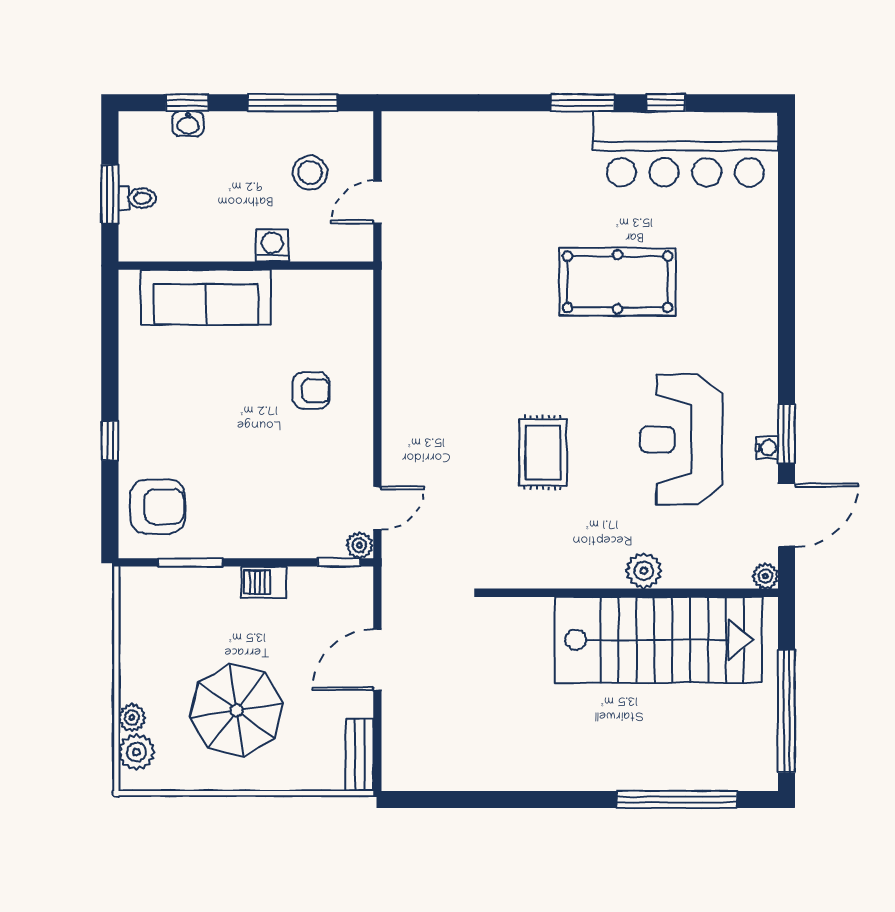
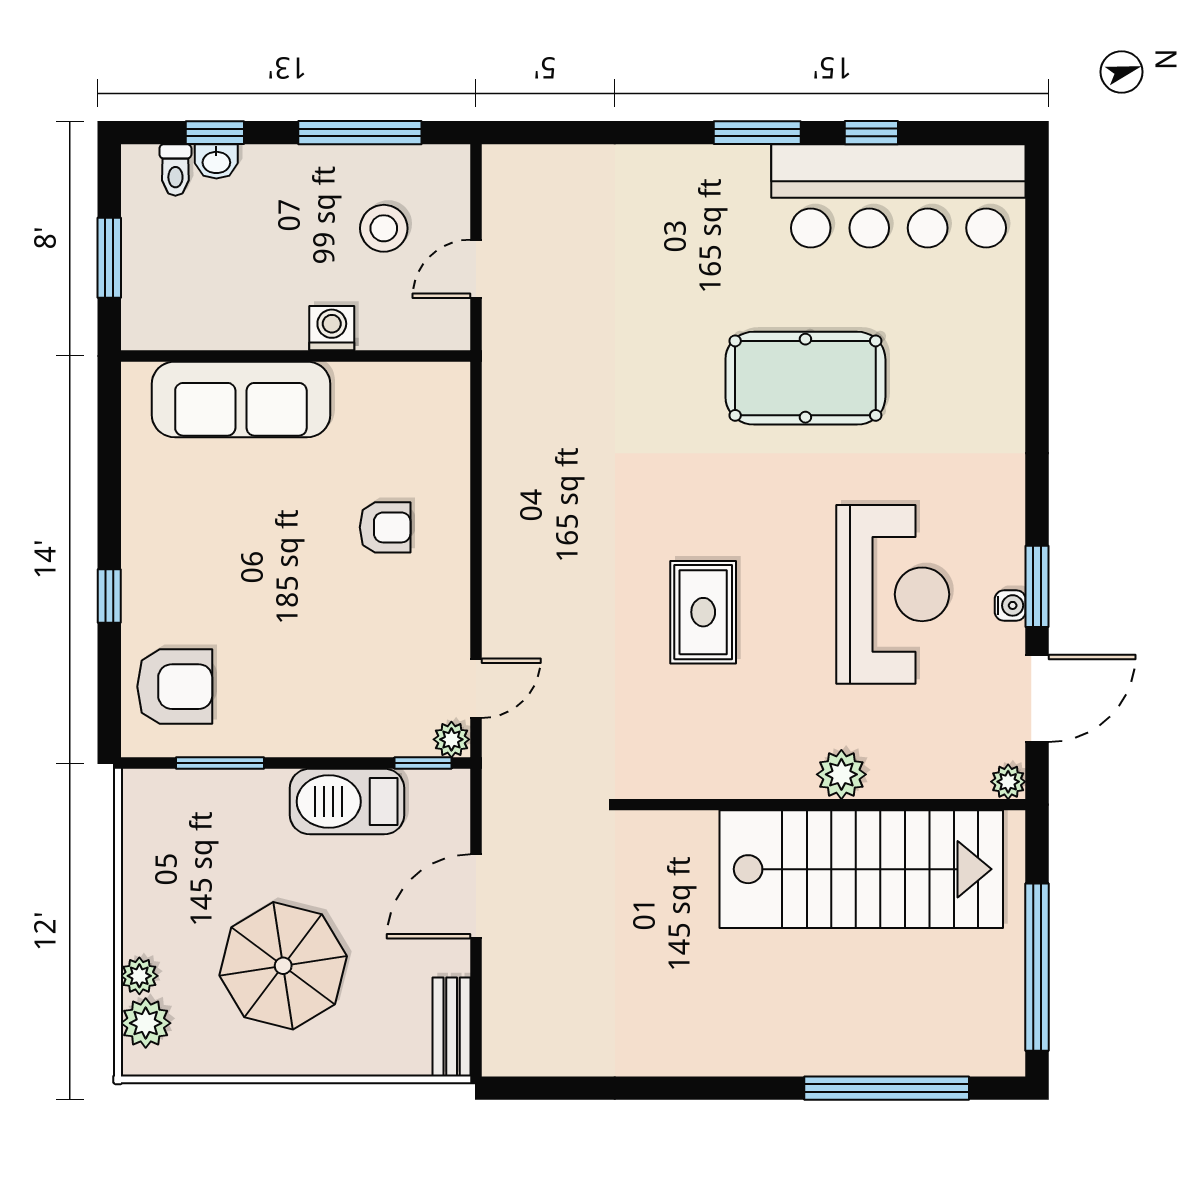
toilet: (137, 198) -> (175, 170), moved, turned 90
reception desk: (681, 439) -> (893, 594), turned 180
barbecue: (264, 582) -> (347, 802), width x1.88, depth x1.53

